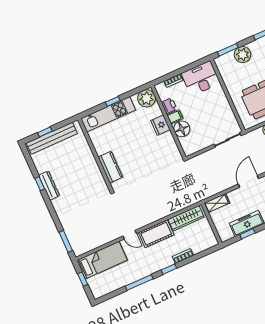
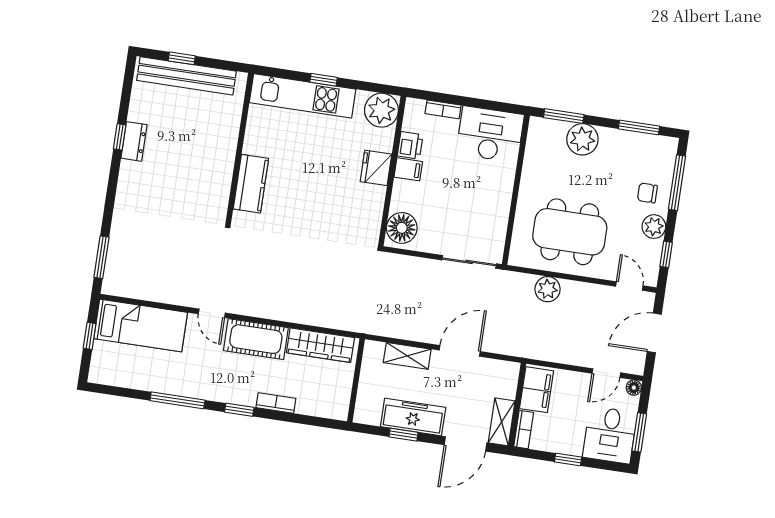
floor lamp: (182, 129) -> (402, 228), moved
dresser: (49, 185) -> (134, 141), width x0.70
shelving: (217, 203) -> (407, 356), moved

